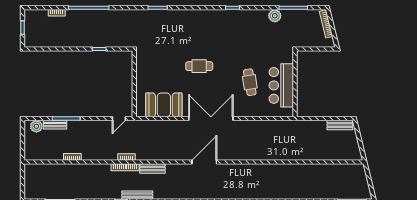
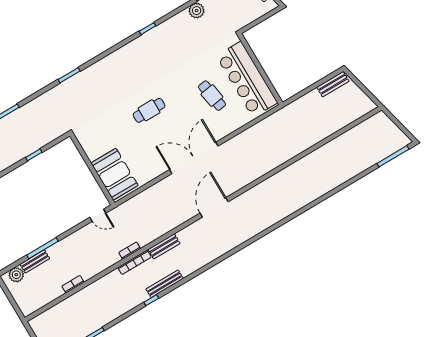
bar counter: (281, 85) -> (247, 79), width x1.36
booth: (164, 105) -> (115, 174), moved, turned 90
door: (119, 119) -> (98, 215), hinge flipped

